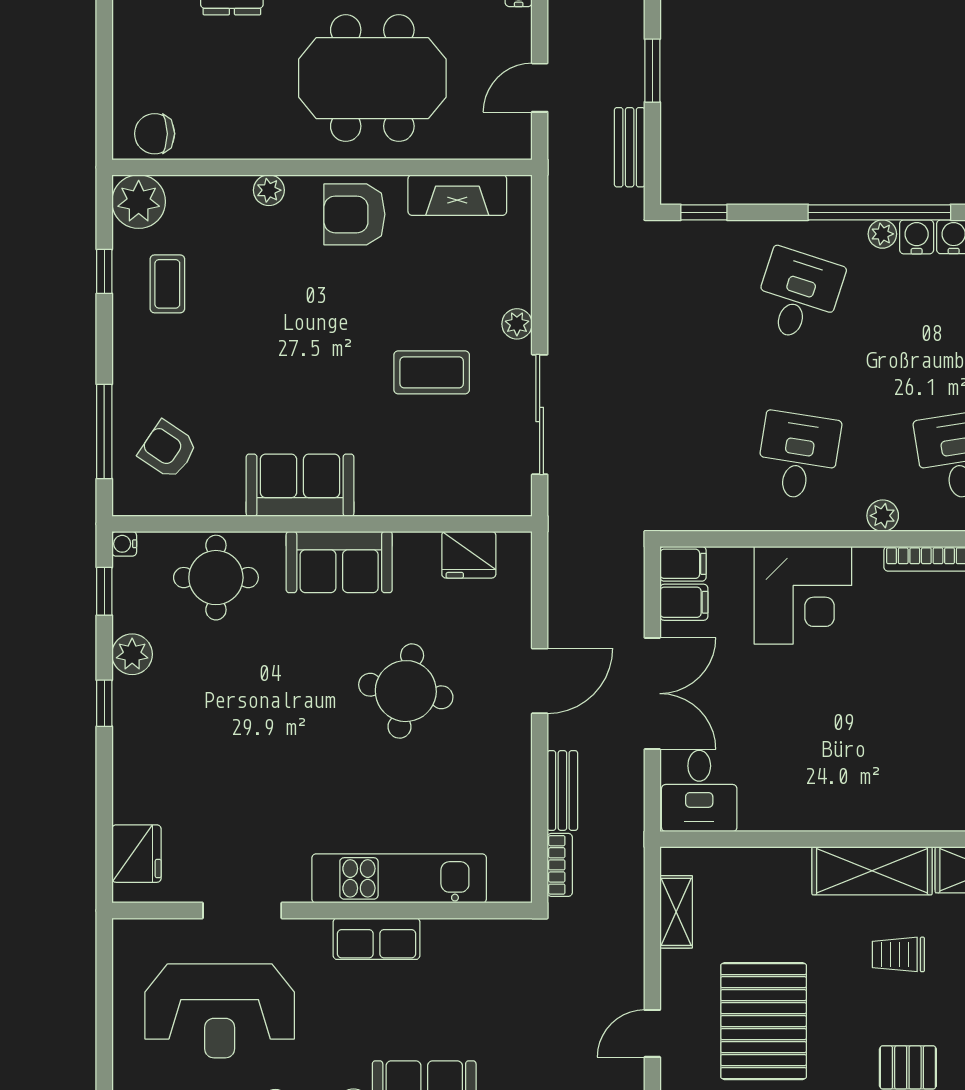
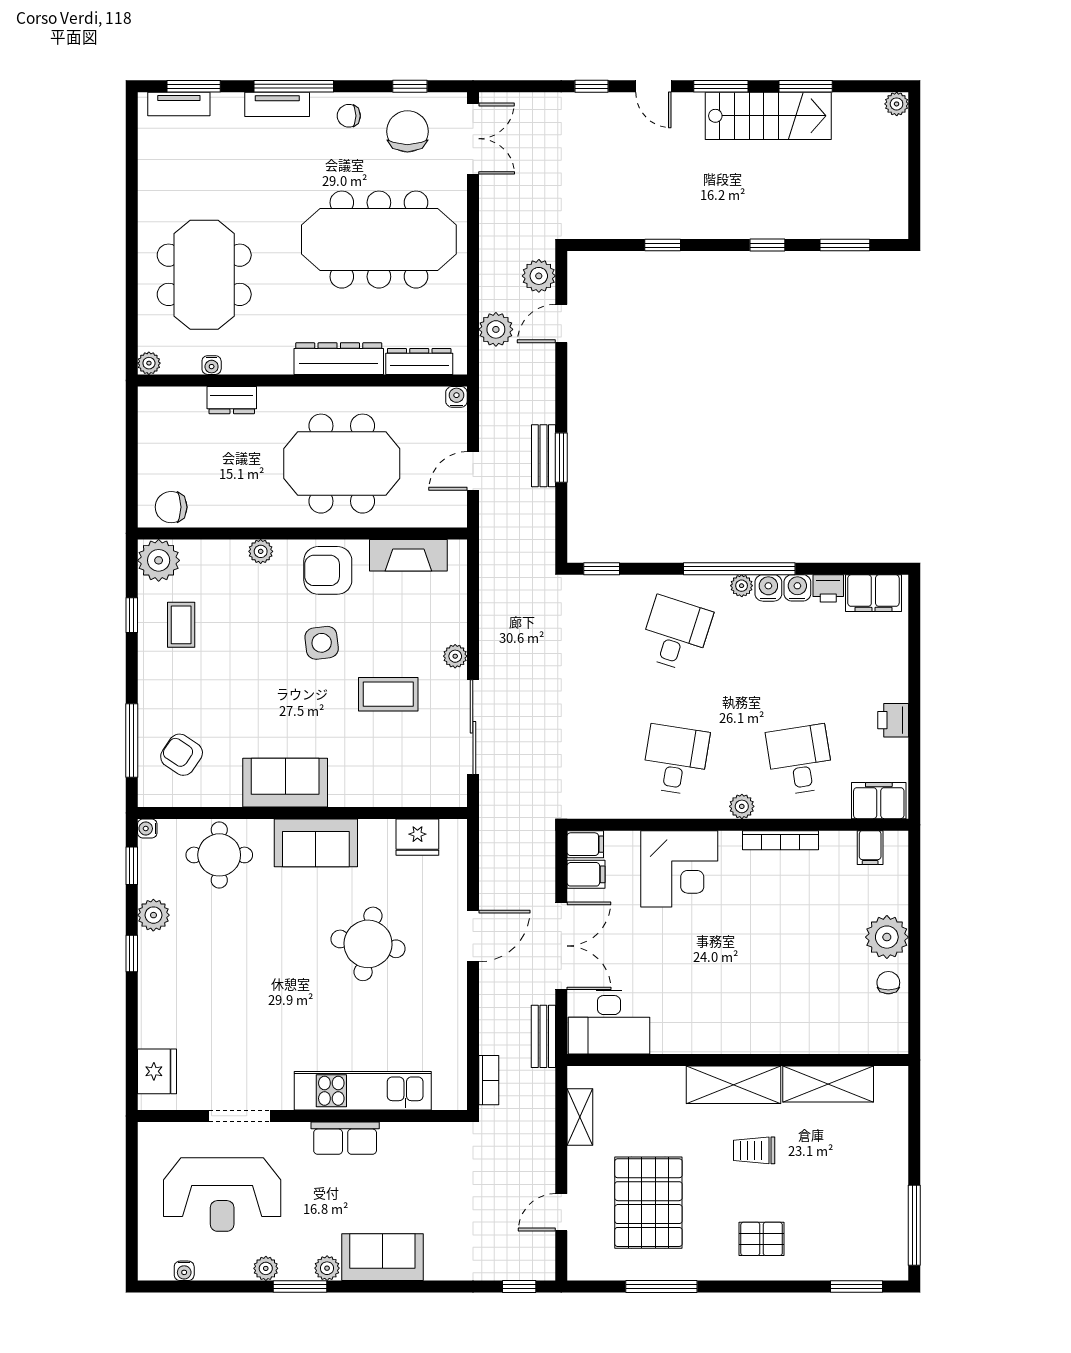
bench: (630, 147) -> (543, 456), moved
side table: (347, 307) -> (322, 643), added
bench: (562, 791) -> (543, 1036), moved
desk: (699, 791) -> (609, 1022), width x1.37

